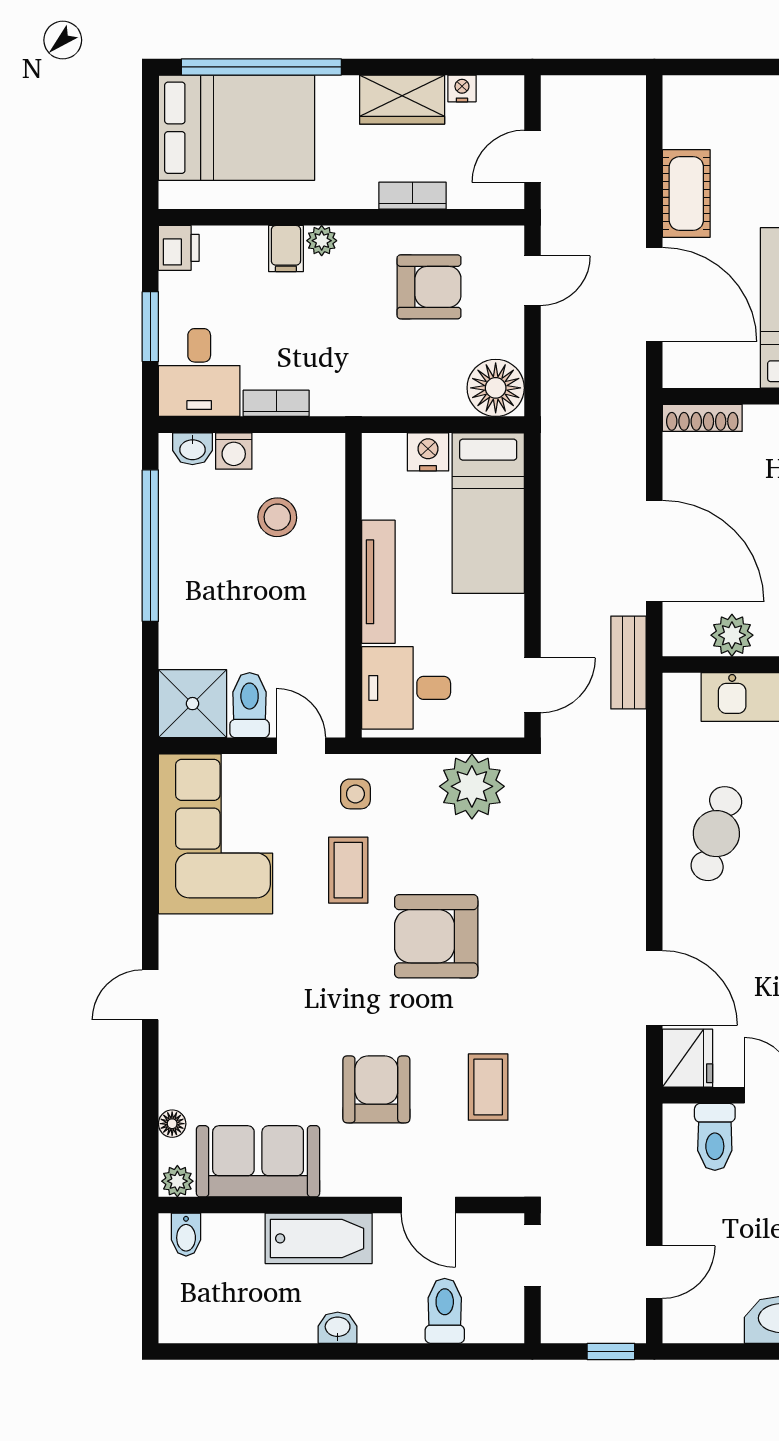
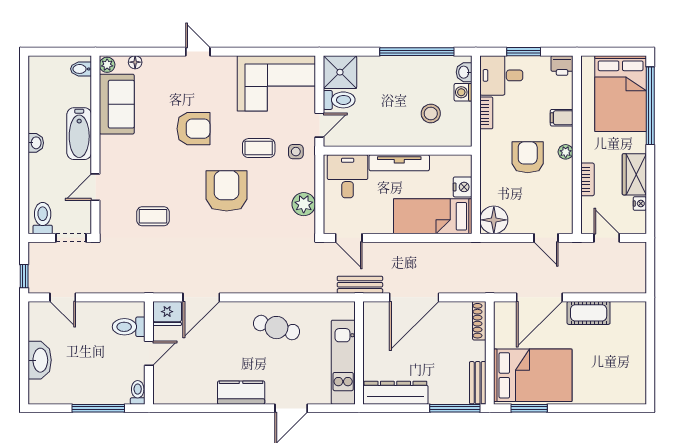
plant: (322, 241) -> (566, 152), moved
armchair: (429, 287) -> (528, 157), moved, turned 180
plant: (732, 635) -> (373, 335), removed
plant: (472, 786) -> (304, 204), width x0.73, depth x0.73
armchair: (376, 1089) -> (194, 129), moved
toilet: (445, 1311) -> (43, 218), moved, turned -90

